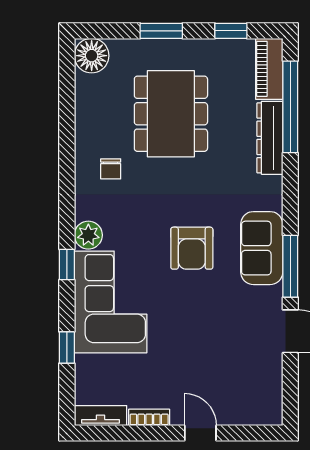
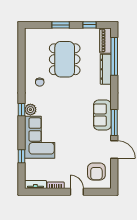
floor lamp: (92, 56) -> (32, 35), removed
armchair: (192, 248) -> (96, 171), moved
window: (67, 265) -> (22, 110), moved

